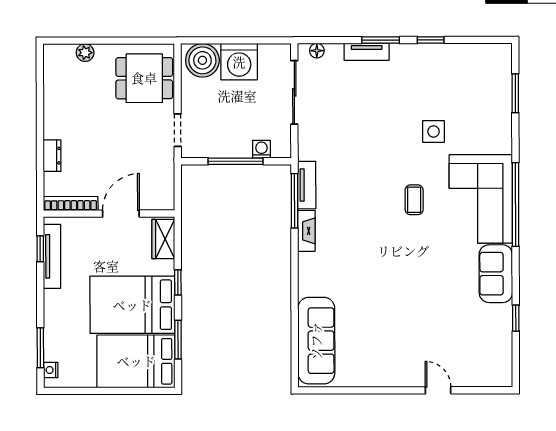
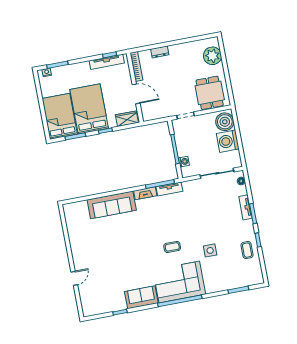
plant: (85, 53) -> (212, 56), width x1.87, depth x1.87
coffee table: (446, 64) -> (247, 250), added
sofa: (316, 341) -> (112, 205), moved

